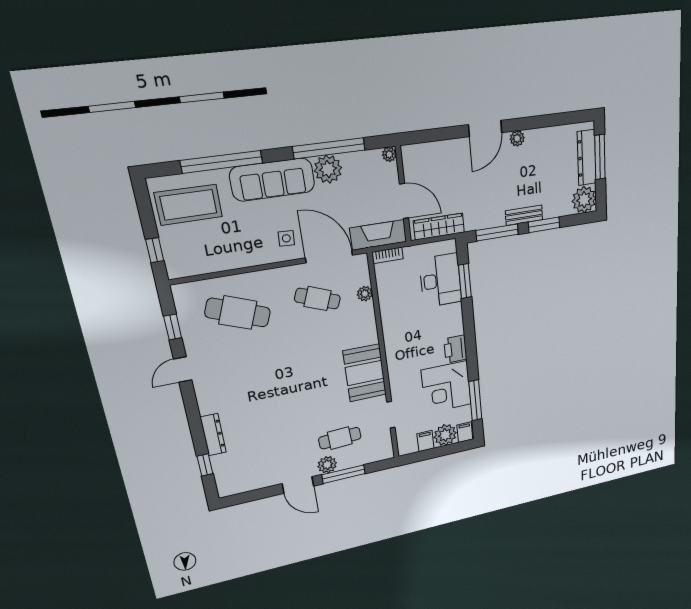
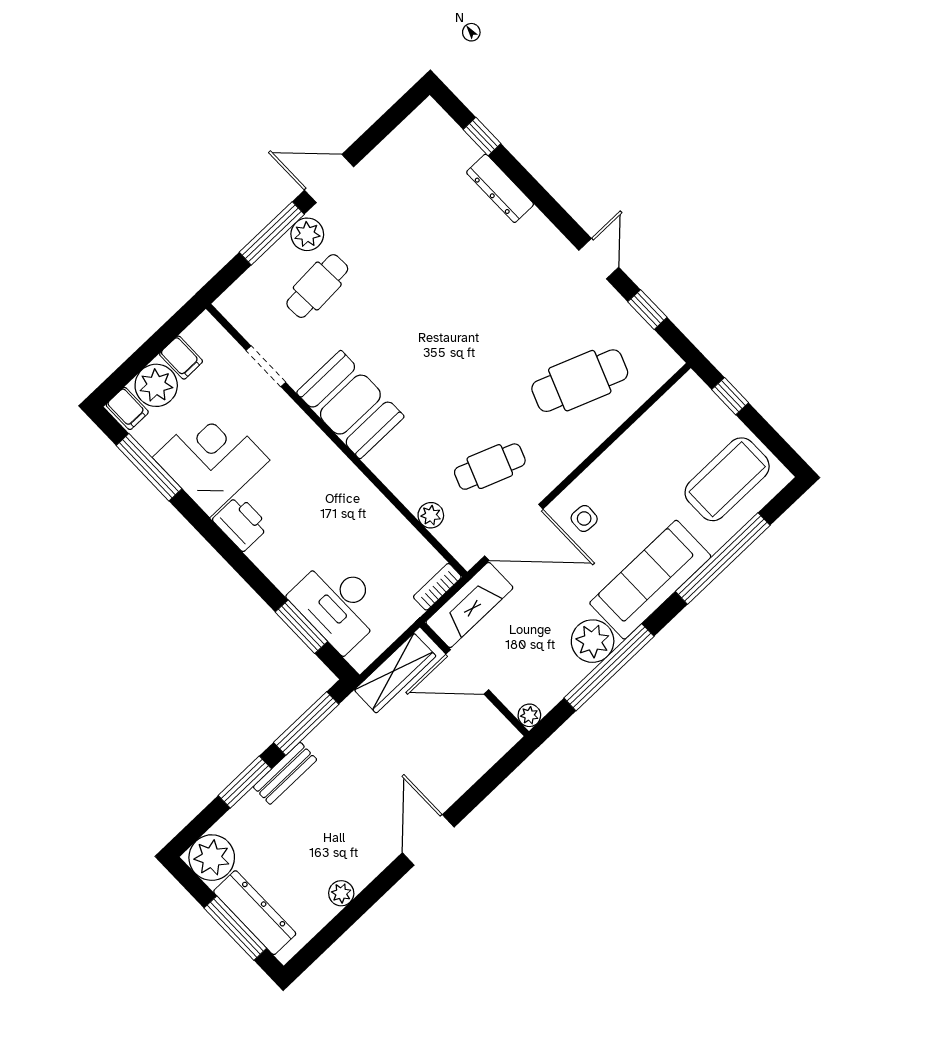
plant: (517, 138) -> (341, 893), moved

